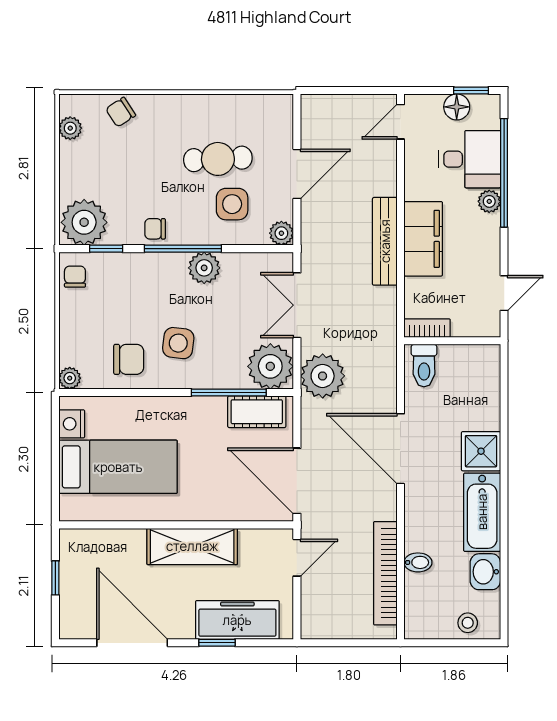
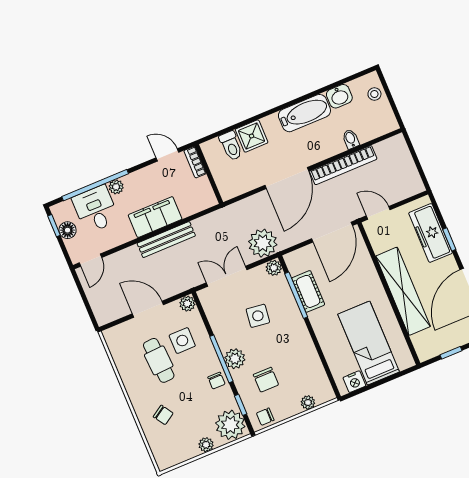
chair: (121, 112) -> (163, 415), moved
door: (400, 122) -> (90, 260), hinge flipped
plant: (70, 128) -> (206, 445), moved
plant: (204, 268) -> (235, 359), moved
double door: (297, 305) -> (227, 276), swing flipped
bookcase: (427, 328) -> (195, 162), moved
side table: (178, 343) -> (258, 316), moved
chair: (129, 359) -> (266, 380), moved, turned 180
plant: (270, 366) -> (274, 268), width x0.53, depth x0.53
toilet: (424, 366) -> (231, 146), moved, turned 90
plant: (70, 378) -> (308, 402), moved
cot: (257, 412) -> (308, 291), moved
shower: (481, 451) -> (252, 136), moved
shelving: (192, 546) -> (403, 291), width x1.47
bookcase: (385, 573) -> (343, 165), moved

